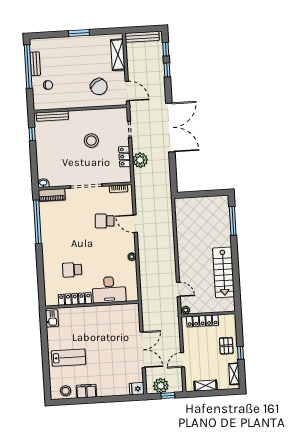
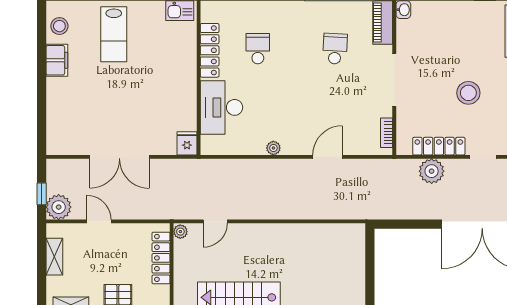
locker: (125, 157) -> (439, 146), width x1.53
school desk: (105, 221) -> (335, 49), moved
plant: (161, 386) -> (59, 207), moved
fridge: (137, 389) -> (187, 143), moved

